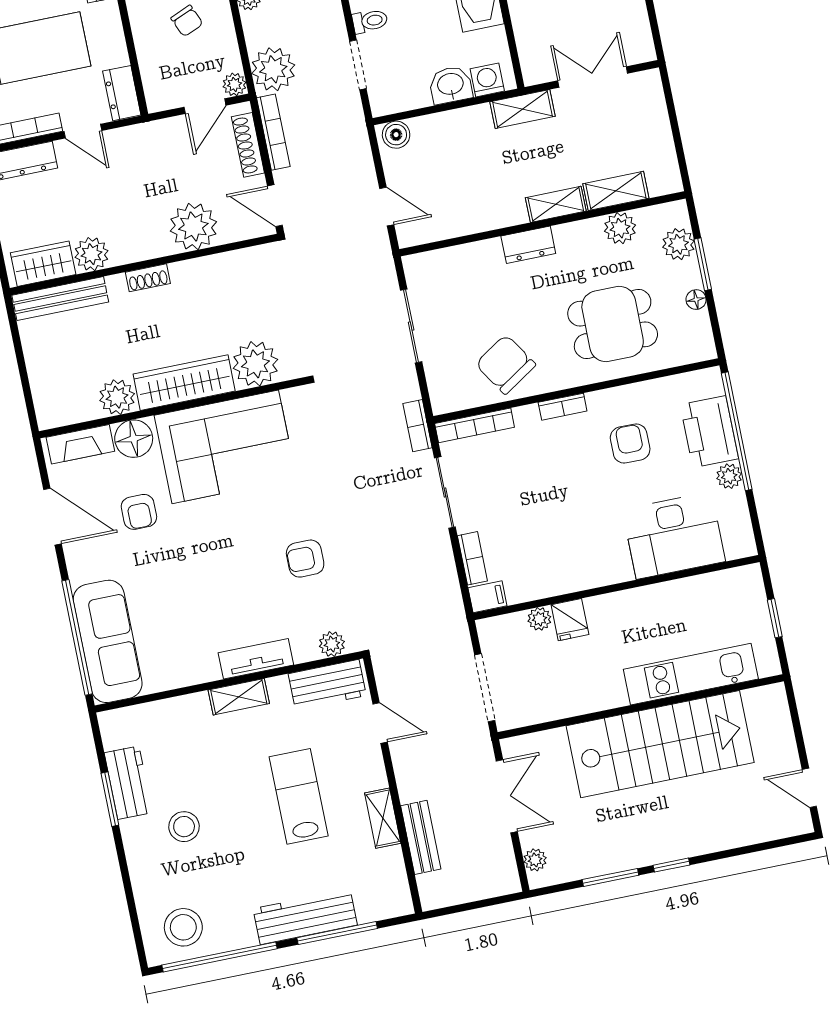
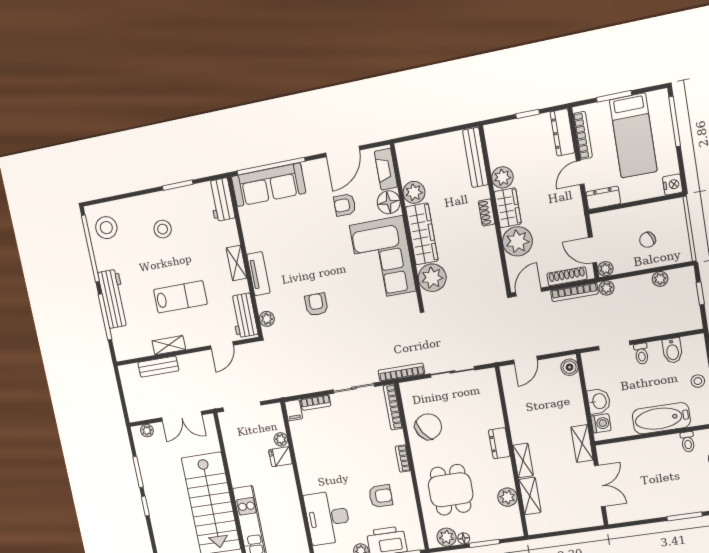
plant: (273, 69) -> (607, 288), width x0.53, depth x0.53
plant: (678, 244) -> (447, 537), moved
wardrobe: (43, 264) -> (508, 208), moved
bookcase: (418, 426) -> (401, 372), width x1.56
workbench: (128, 783) -> (221, 200), moved, turned 90

